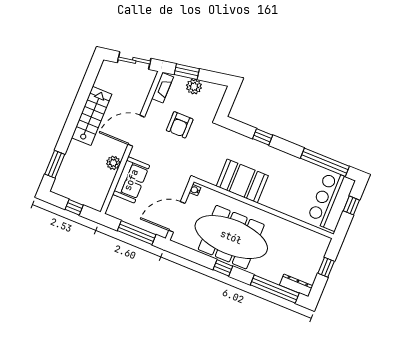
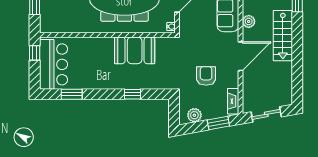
plant: (194, 87) -> (194, 115), moved
stairs: (92, 116) -> (283, 36), moved
window: (325, 162) -> (72, 94), width x0.47
window: (351, 205) -> (35, 53), moved

